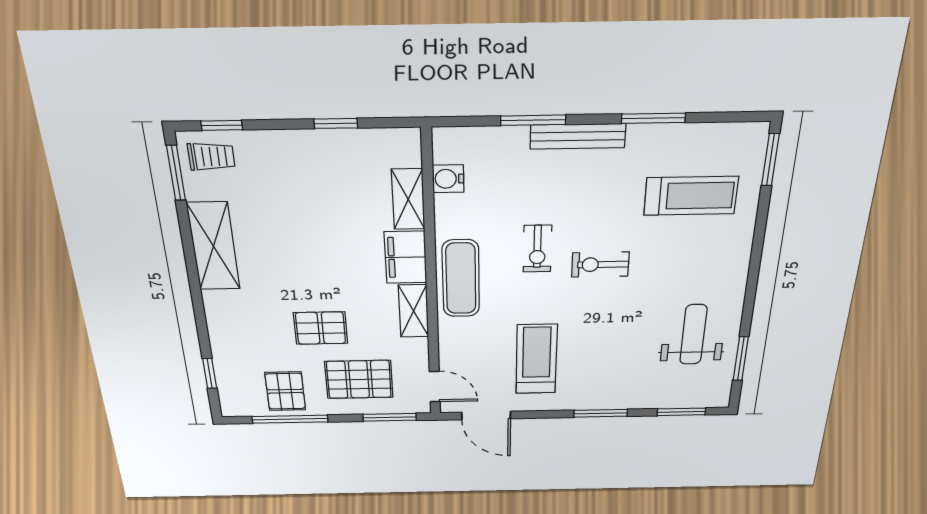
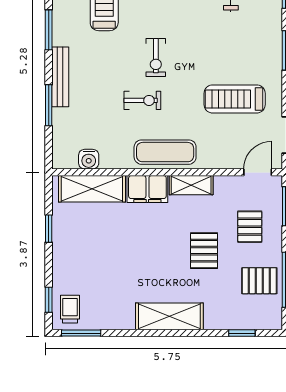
shelving: (408, 199) -> (92, 189), width x1.50, depth x1.33
shelving: (214, 246) -> (169, 316), moved
pallet: (359, 379) -> (250, 227), width x0.67, depth x0.71

